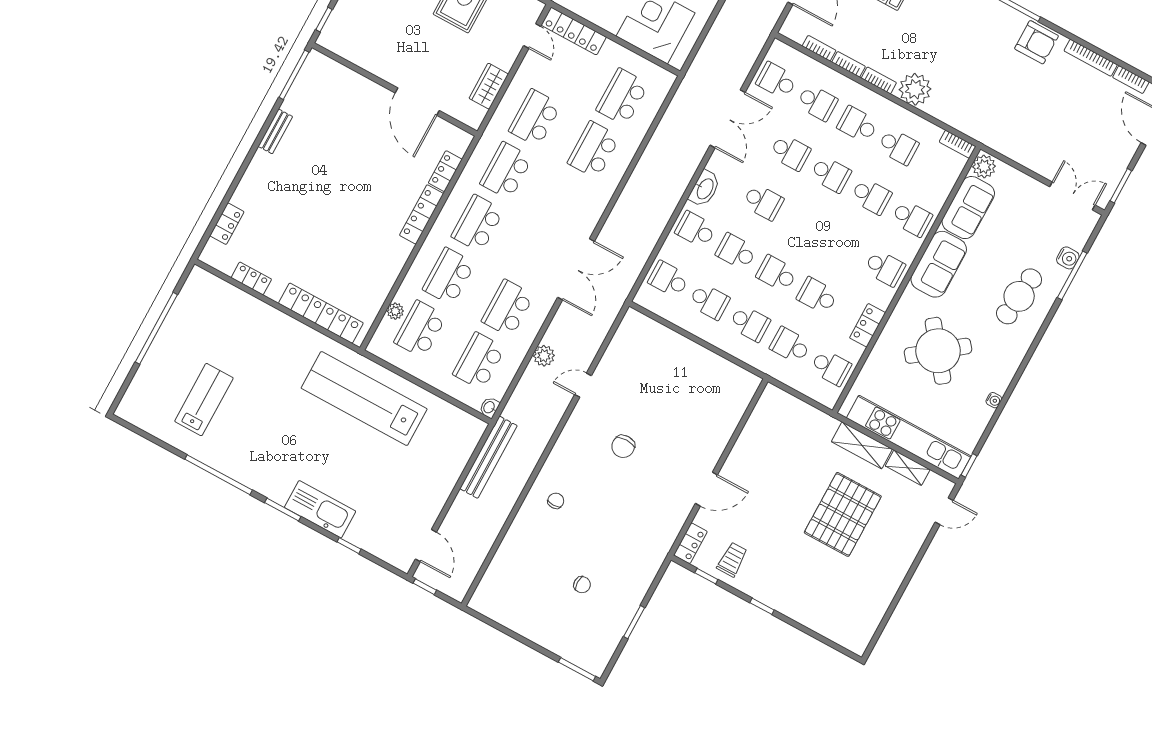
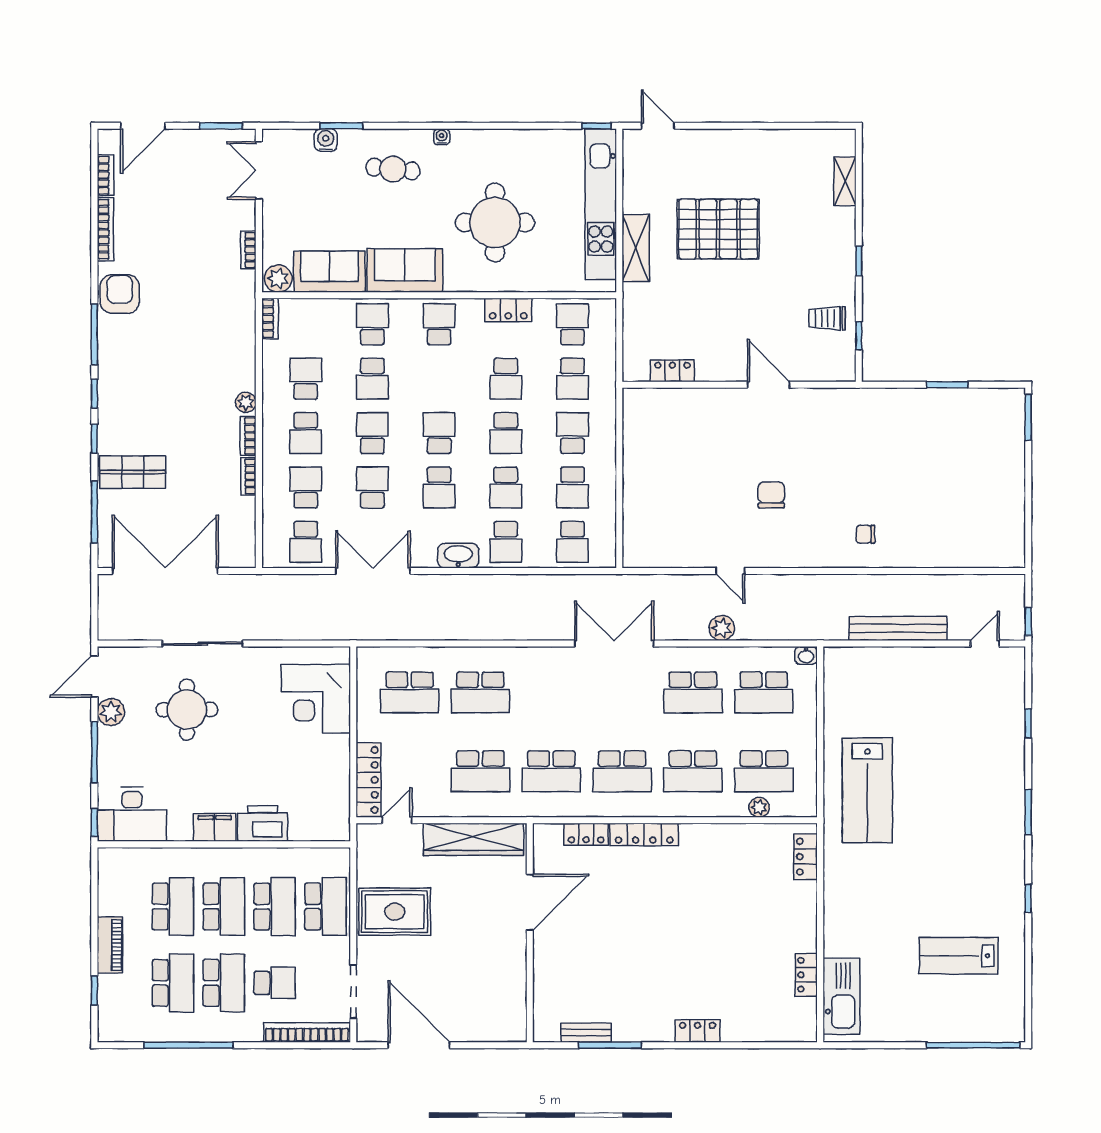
window: (324, 20) -> (497, 1045), removed
bookcase: (819, 48) -> (248, 250), moved
window: (294, 75) -> (610, 1045), moved
wardrobe: (489, 86) -> (473, 839), width x2.10, depth x1.17
plant: (915, 89) -> (246, 402), width x0.53, depth x0.53
bench: (275, 131) -> (586, 1033), moved
school desk: (871, 196) -> (372, 379), turned 180
school desk: (763, 202) -> (439, 487), turned 180
locker: (227, 224) -> (697, 1031), moved
school desk: (804, 224) -> (439, 433), added
window: (1072, 275) -> (341, 126), width x0.69
cafe table: (1019, 296) -> (393, 169), width x0.73, depth x0.74
school desk: (709, 301) -> (572, 487), turned 180
locker: (321, 313) -> (806, 857), width x0.46, depth x0.83
window: (156, 328) -> (973, 1045), moved
round table: (938, 351) -> (495, 222), turned 38
lab bench: (364, 399) -> (867, 790), width x0.73
water cooler: (994, 400) -> (442, 137), moved
chair: (623, 446) -> (771, 495), turned -90
bench: (488, 457) -> (898, 628), moved
shelving: (908, 468) -> (845, 181), moved
window: (219, 475) -> (1028, 898), width x0.32
kitchen sink: (320, 509) -> (841, 996), moved, turned 180
locker: (690, 543) -> (672, 371), moved
door: (426, 546) -> (985, 644), width x0.73
chair: (582, 585) -> (938, 460), removed

